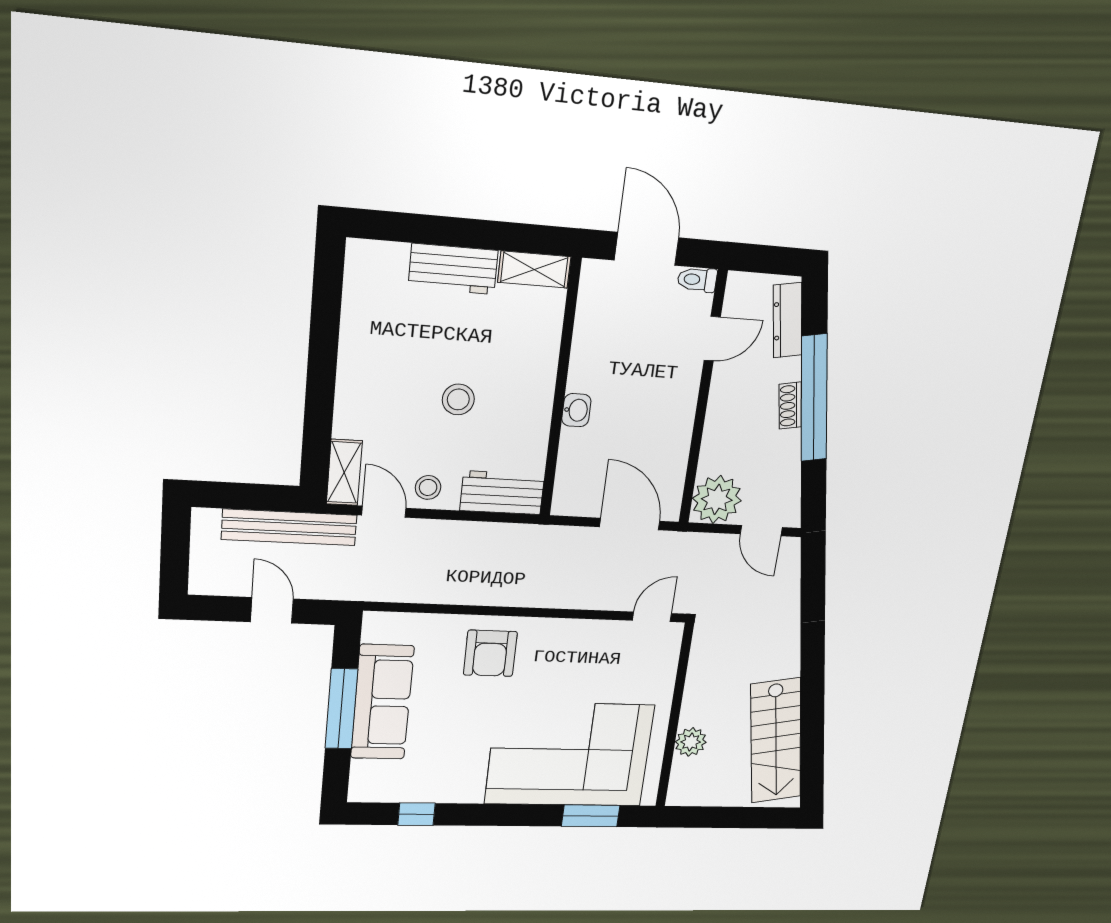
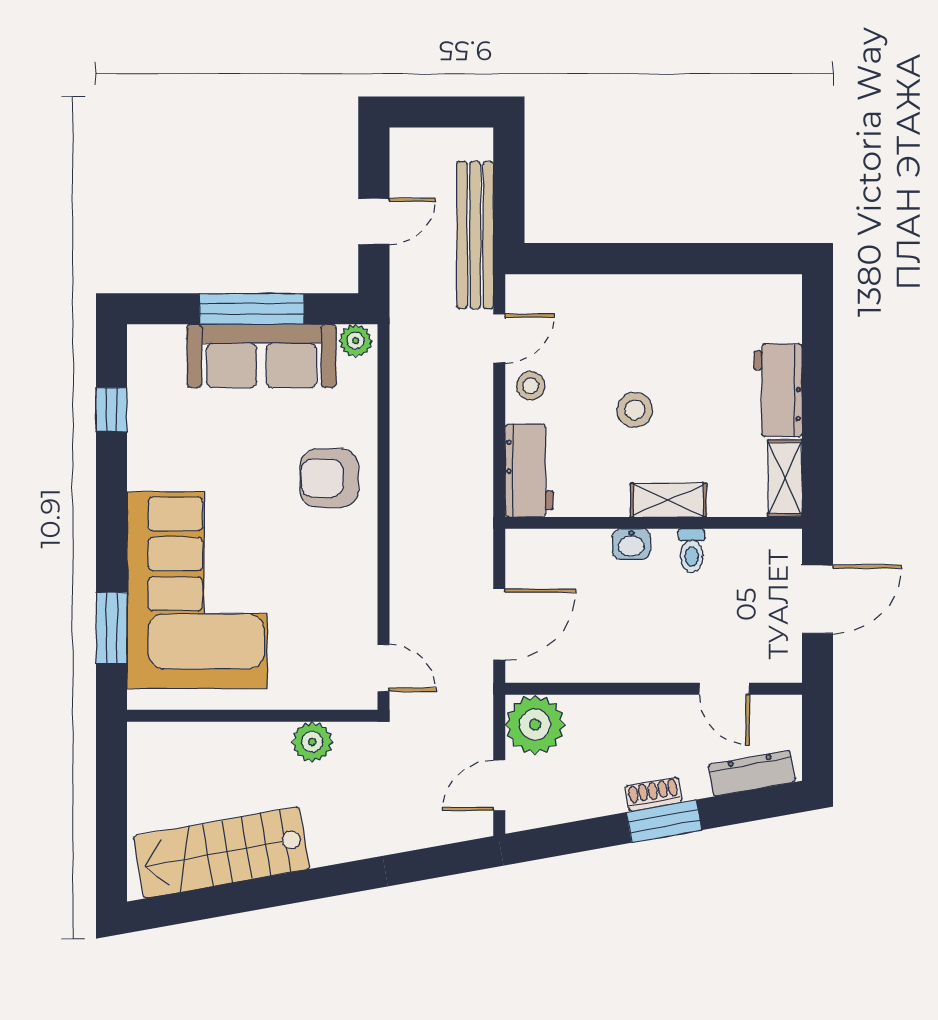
toilet: (697, 280) -> (692, 550), moved, turned 180
window: (814, 398) -> (664, 821), width x0.47
shelving: (344, 472) -> (668, 500), moved
plant: (376, 629) -> (356, 341), added
plant: (691, 742) -> (312, 742), moved

